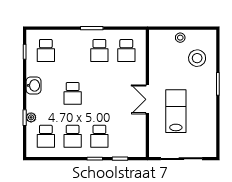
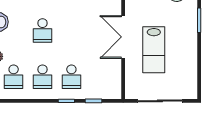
double door: (147, 99) -> (123, 37), width x1.37
lab bench: (176, 111) -> (154, 50), turned 180

